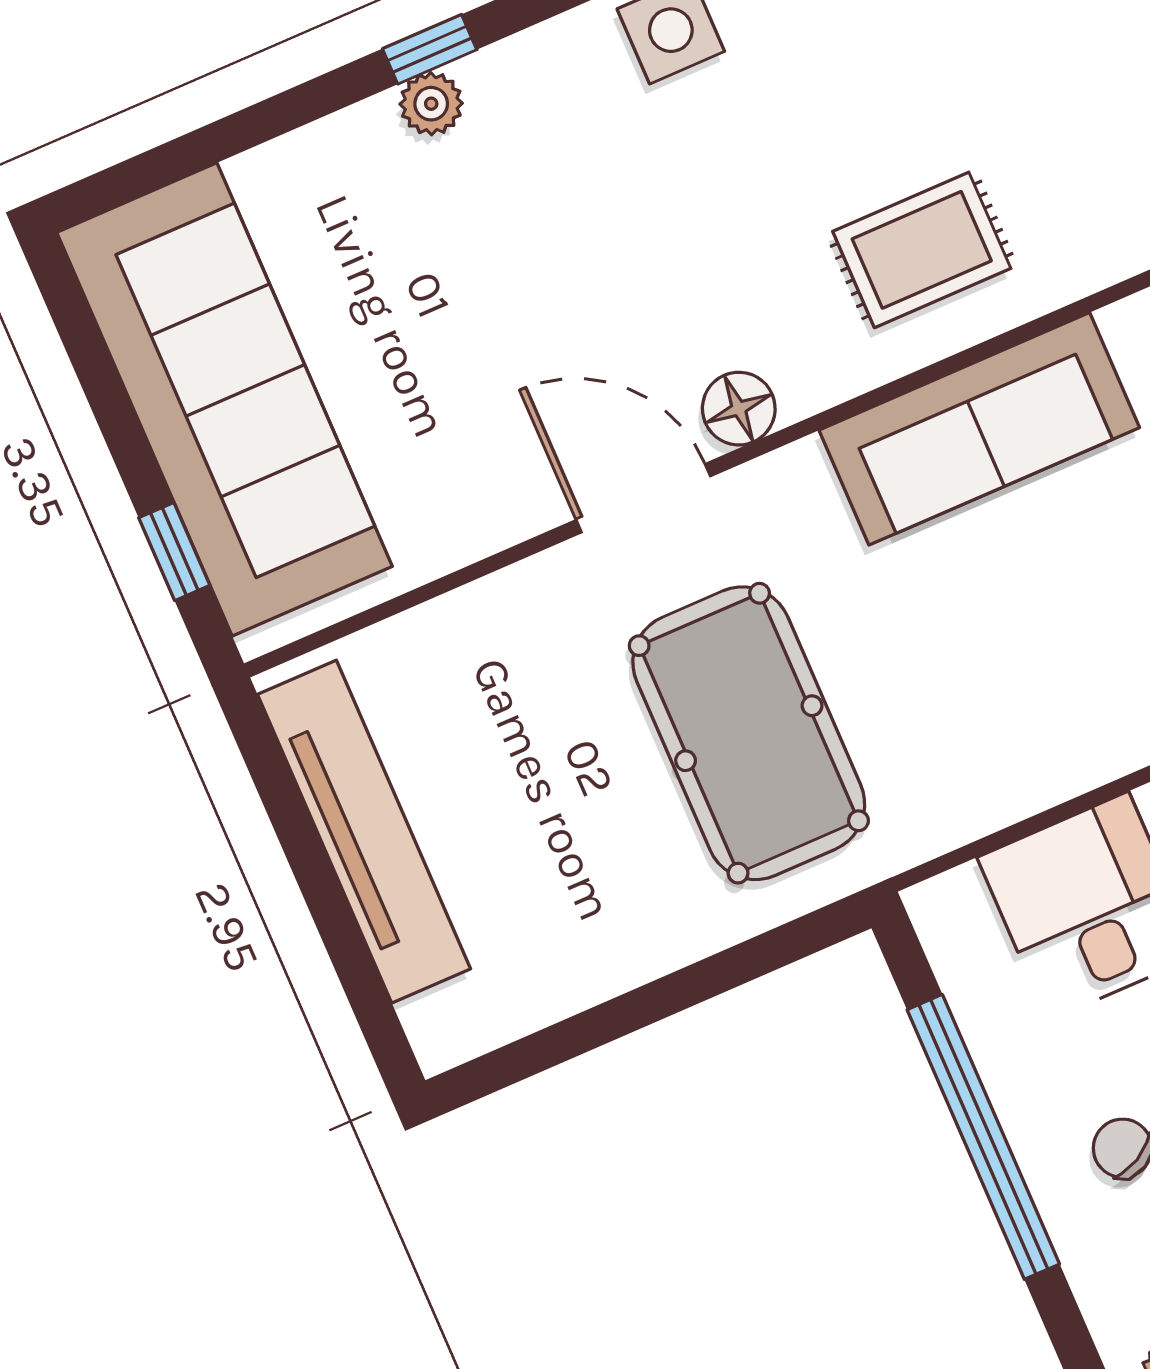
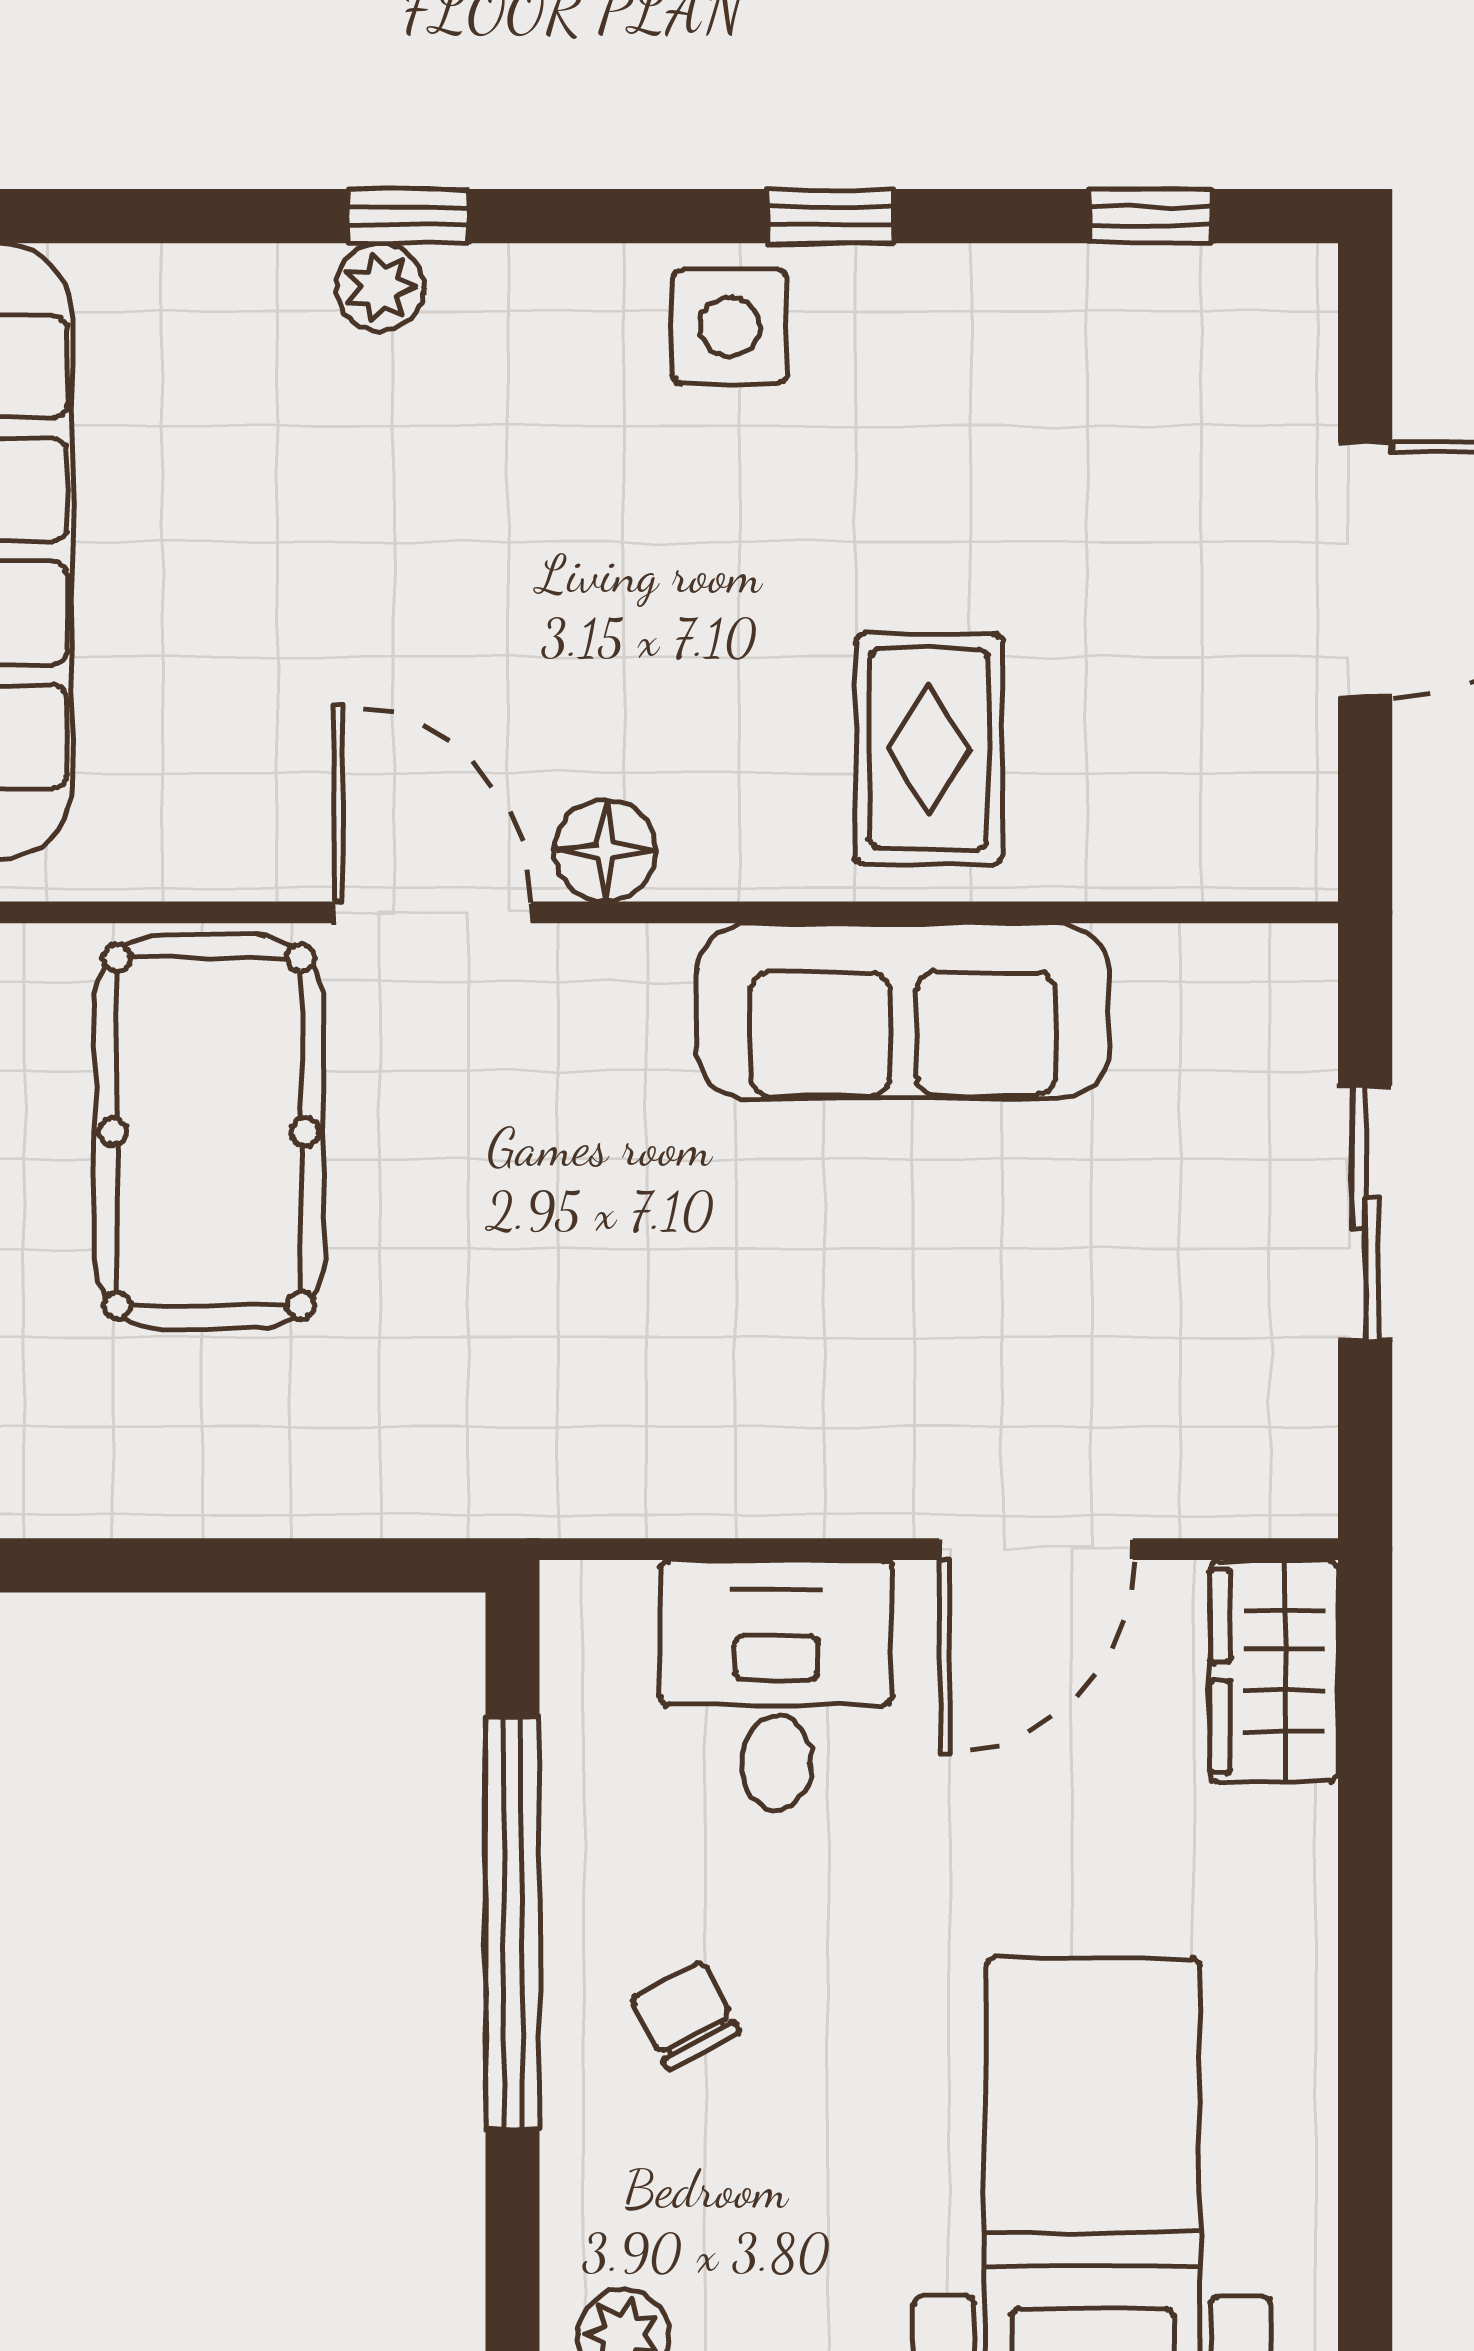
rug: (922, 250) -> (929, 749), turned 90
pool table: (749, 733) -> (209, 1132), moved

